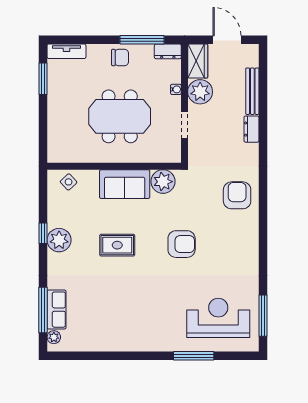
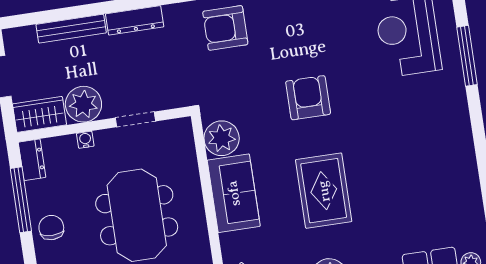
dresser: (251, 129) -> (135, 20), width x1.44
rug: (117, 245) -> (324, 191), width x1.36, depth x1.43

